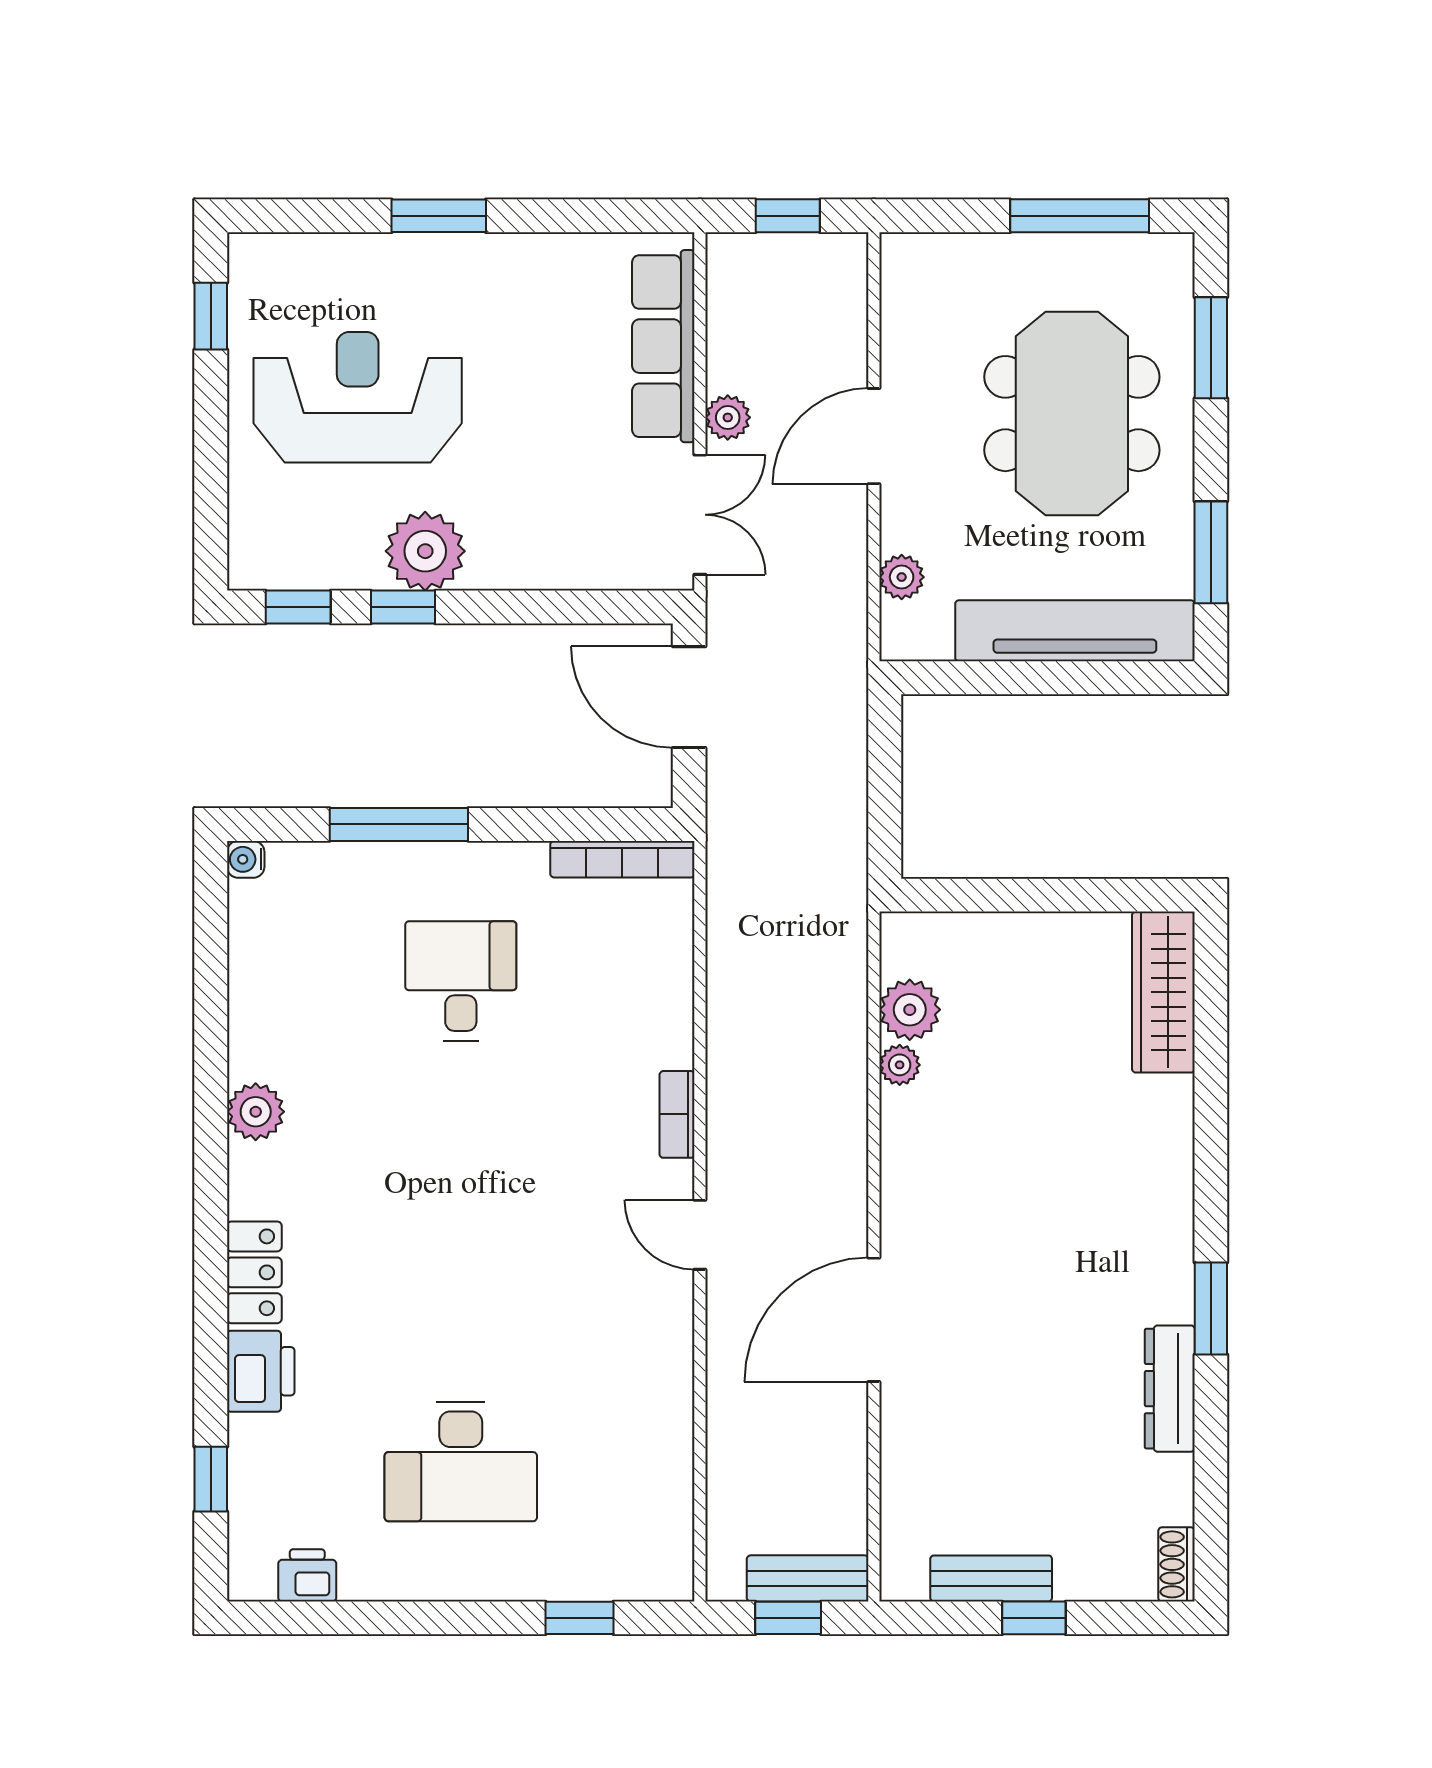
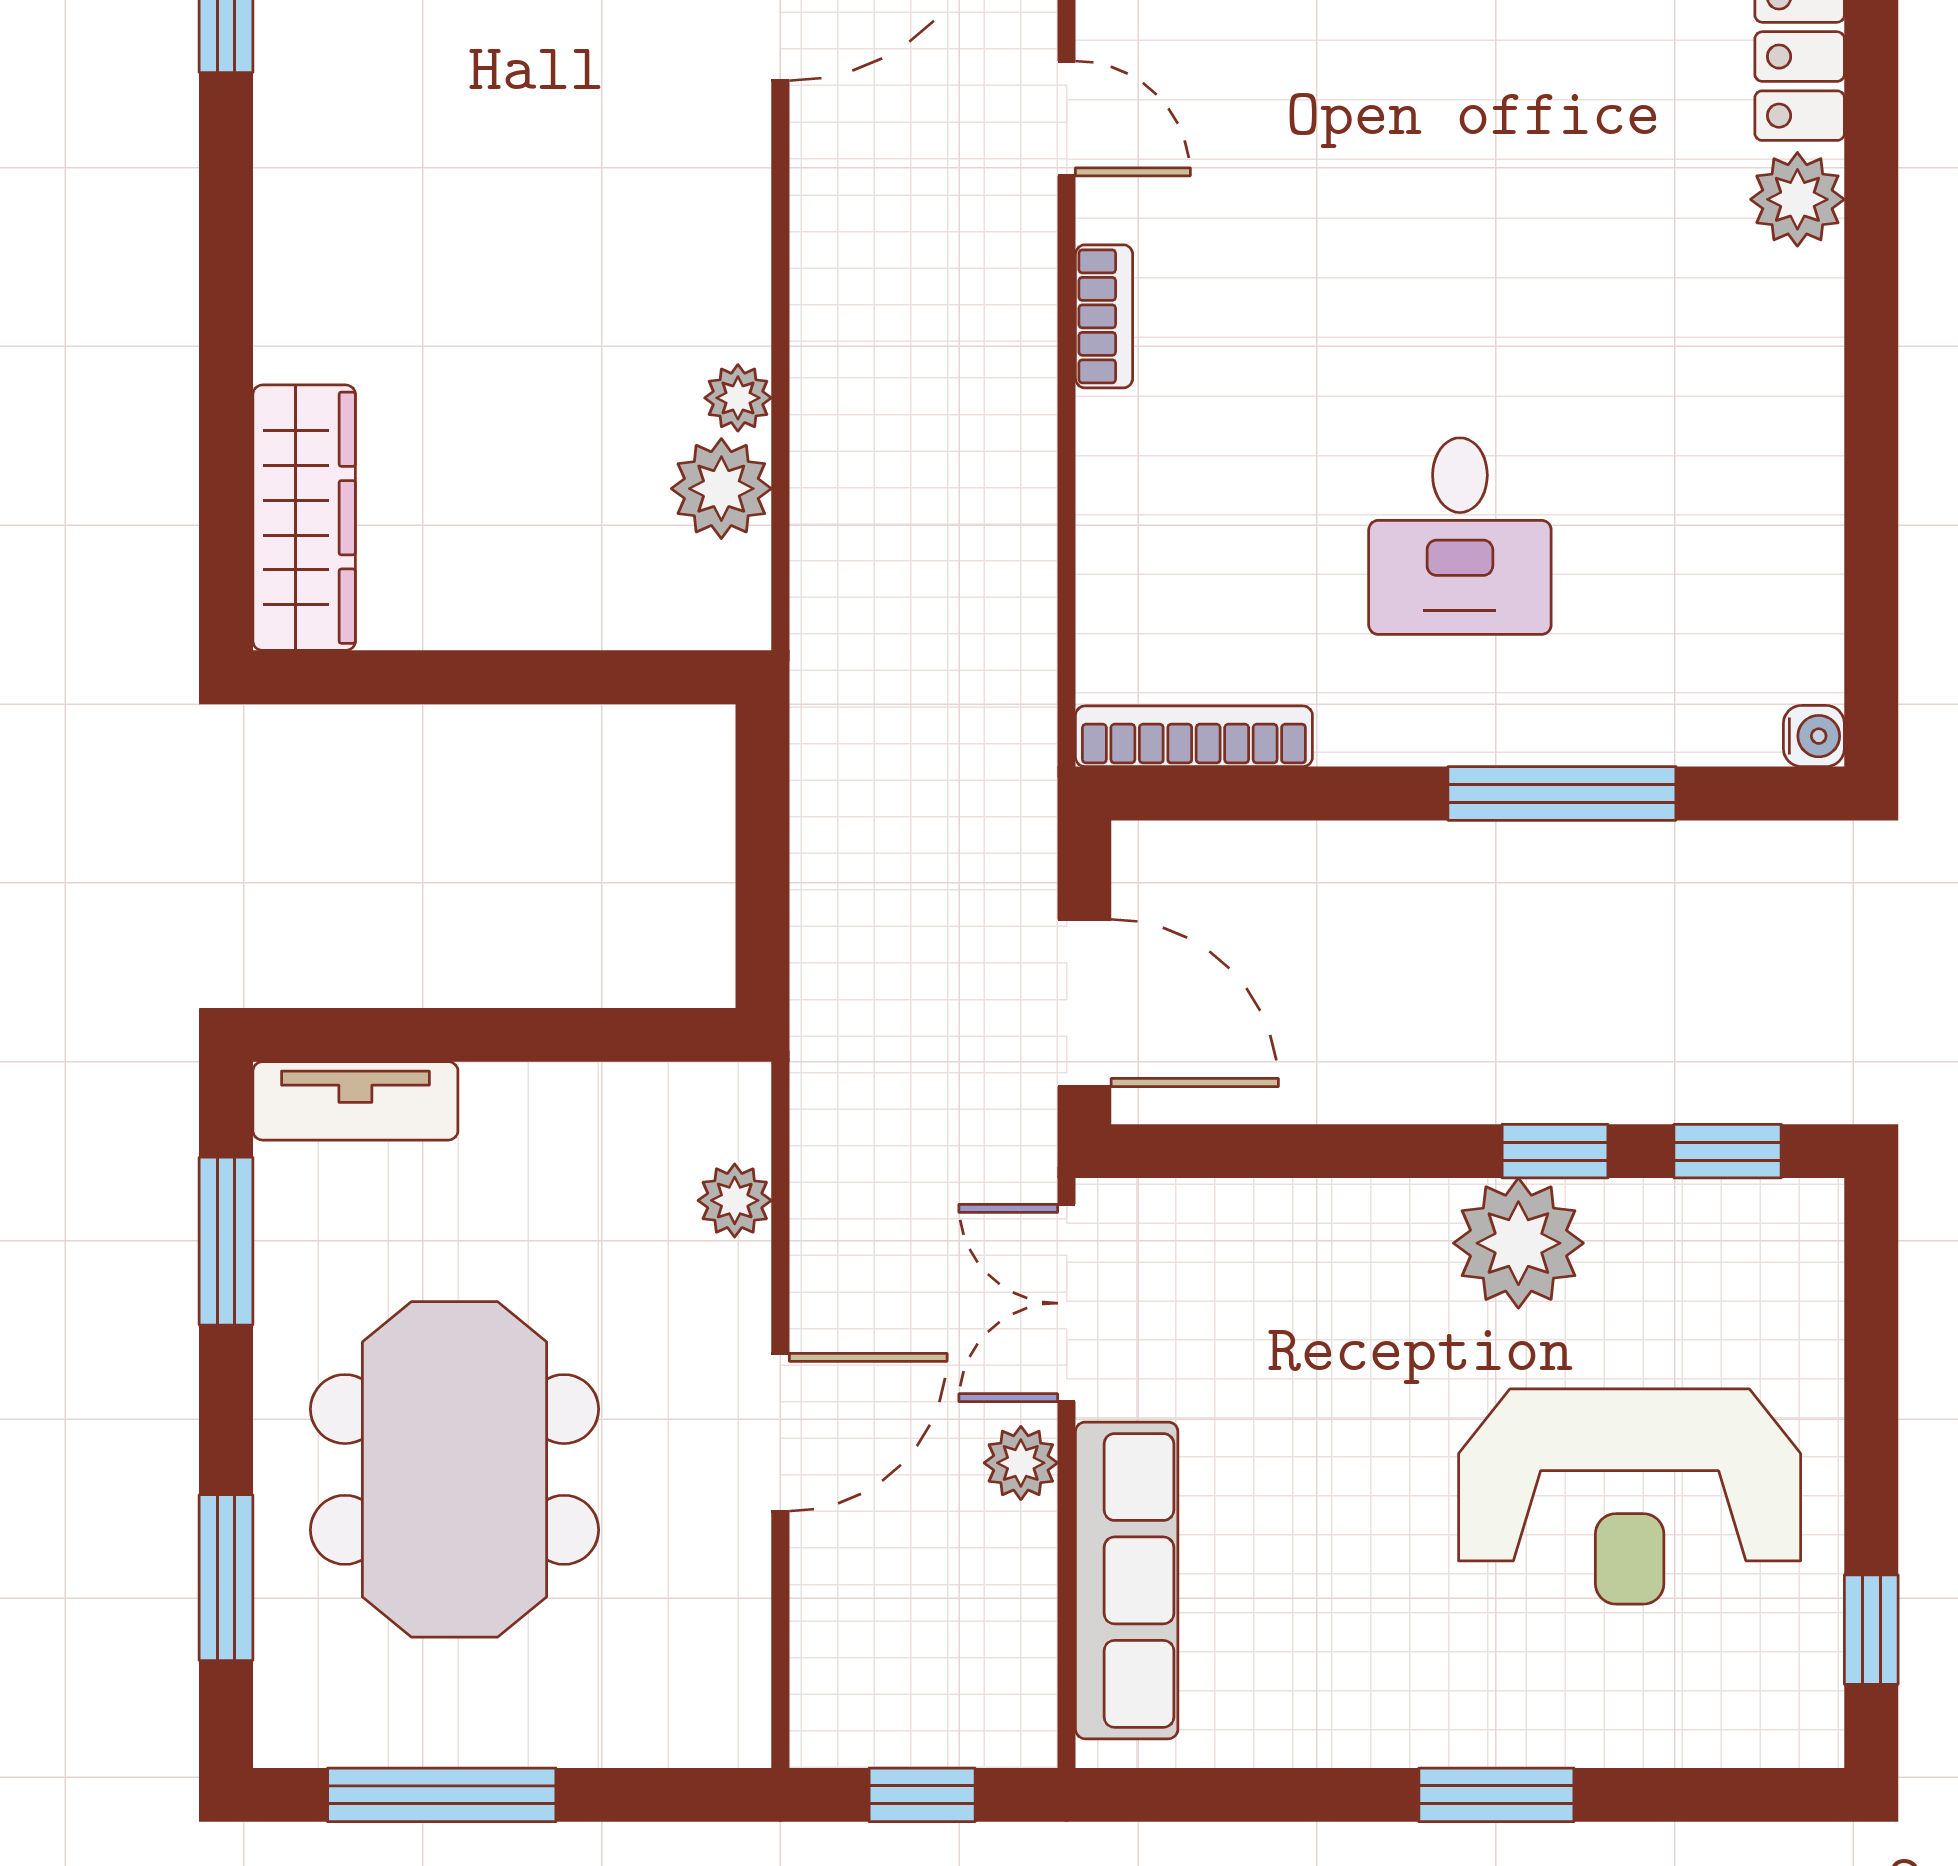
tv unit: (1075, 631) -> (355, 1101), width x0.52, depth x0.78
plant: (256, 1112) -> (1797, 199), moved

